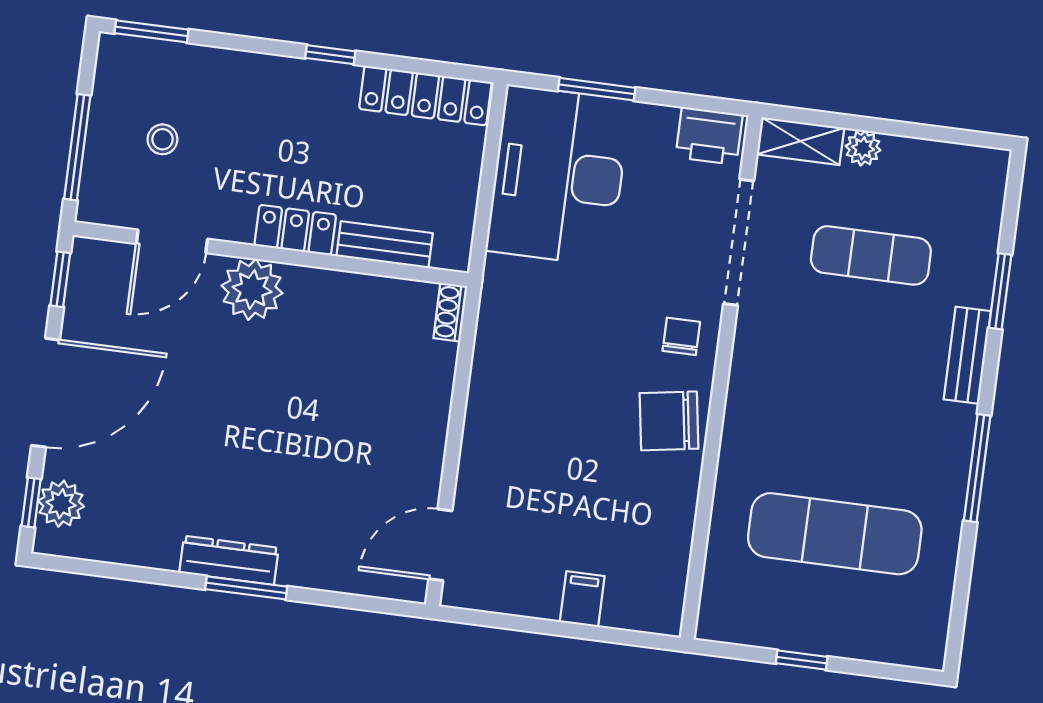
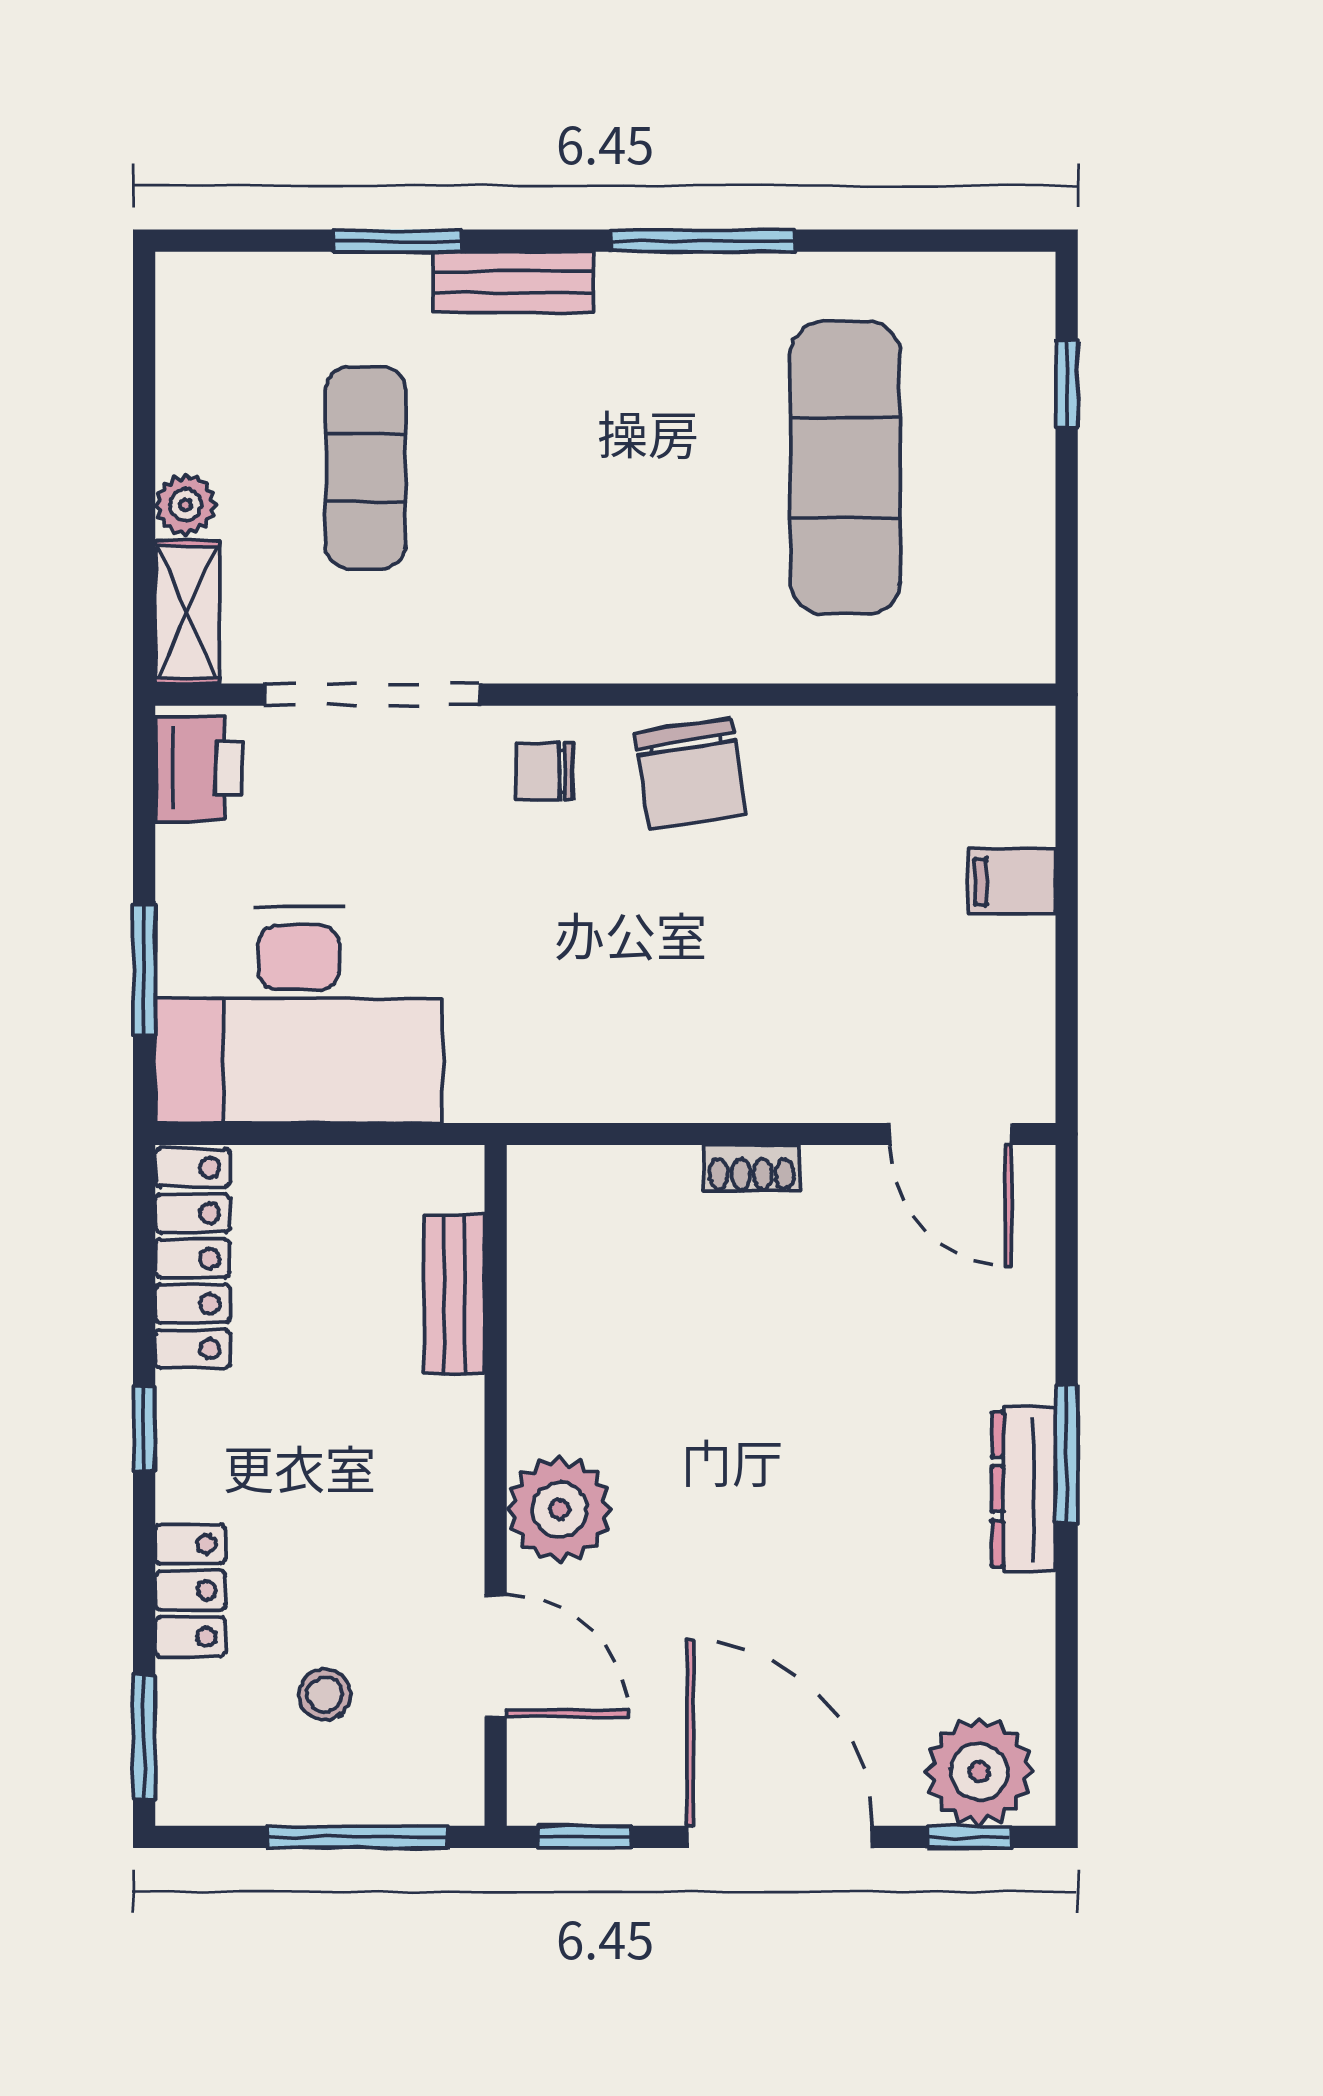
locker: (295, 230) -> (190, 1590), moved, turned 180
shoe rack: (450, 312) -> (752, 1168), moved
plant: (61, 504) -> (979, 1772), width x1.36, depth x1.36
window: (802, 660) -> (1067, 384), moved

